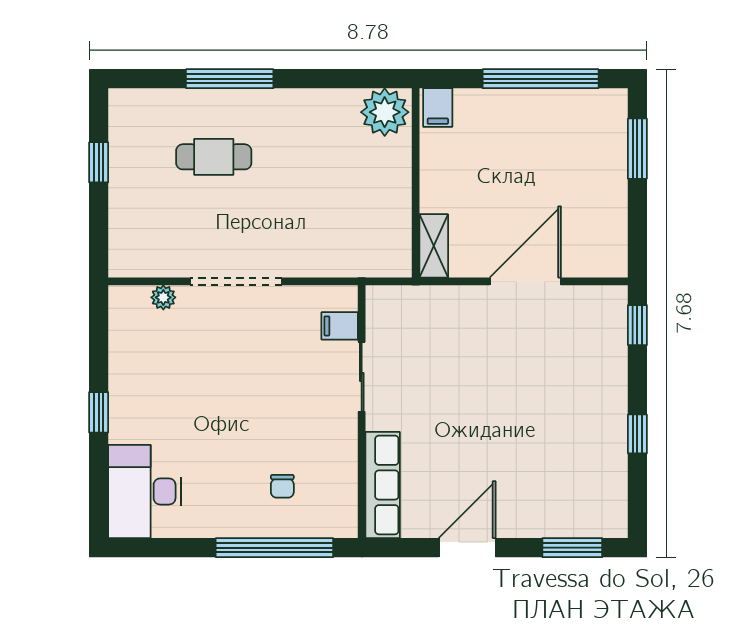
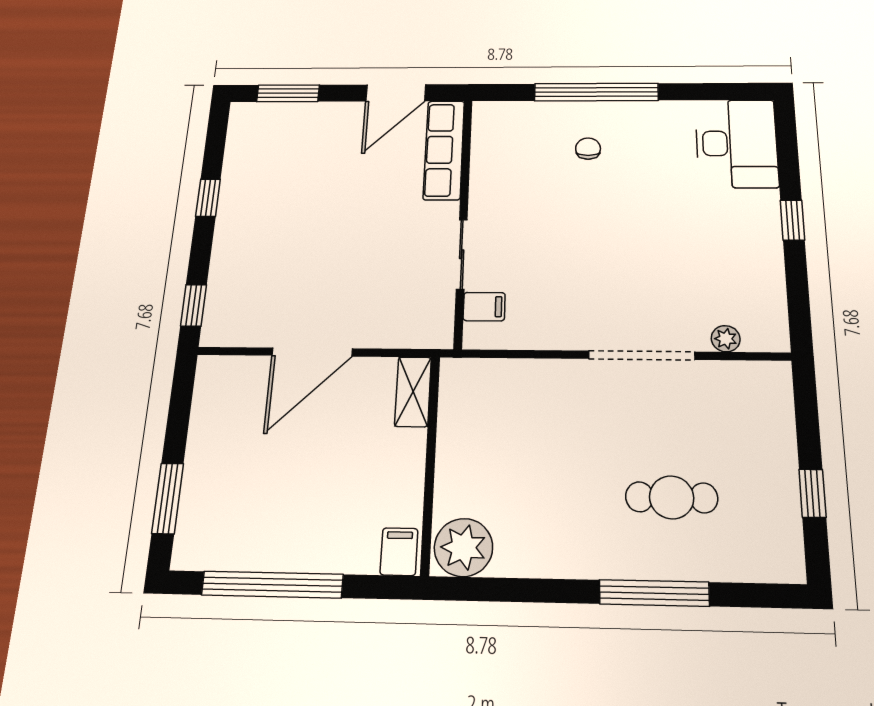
filing cabinet: (340, 326) -> (484, 307), moved
sliding door: (362, 377) -> (462, 254), moved
wall: (362, 412) -> (463, 220), moved
row of seats: (383, 485) -> (444, 150), moved

